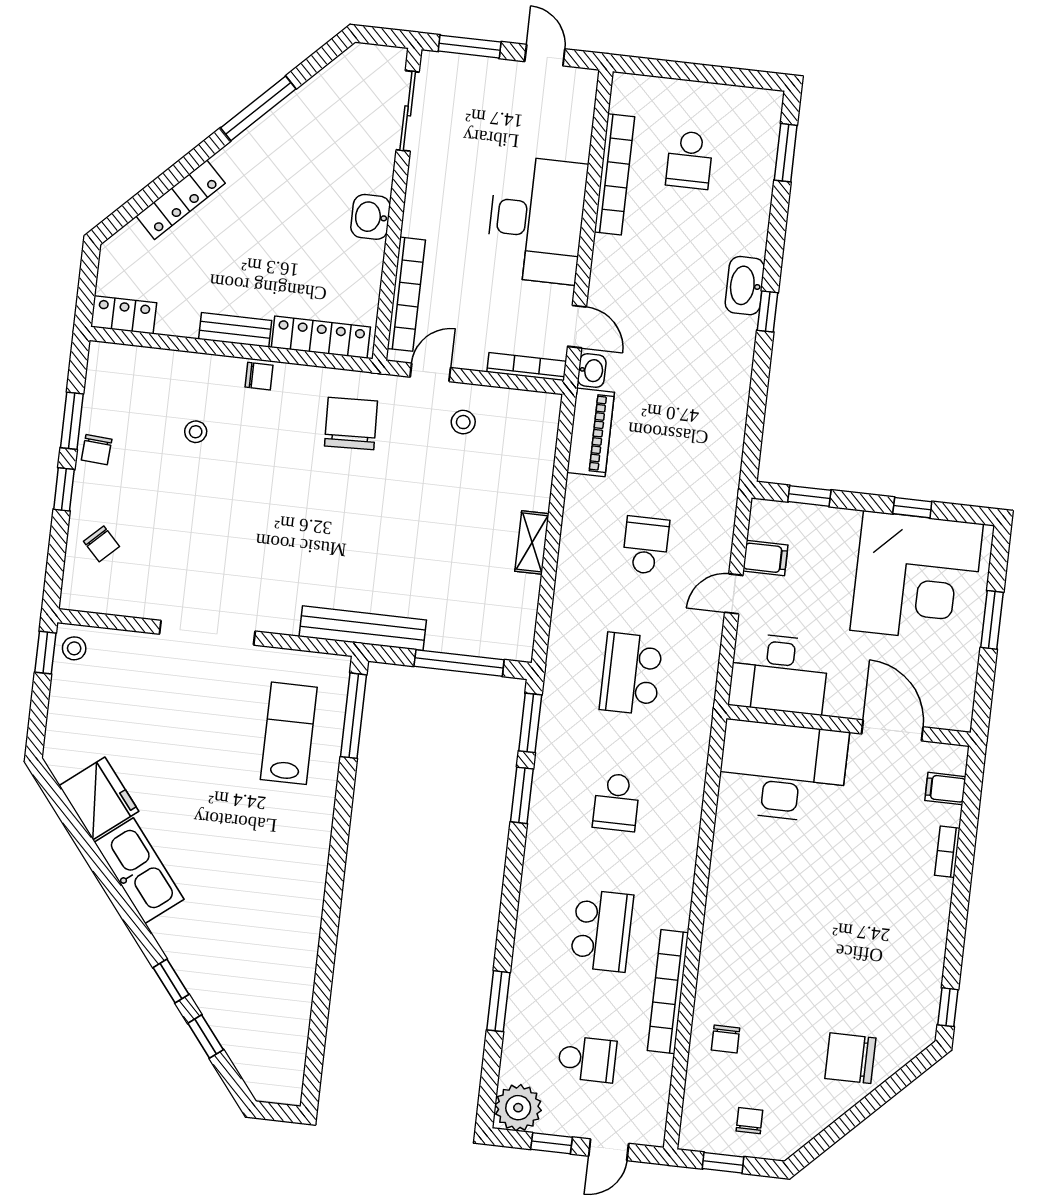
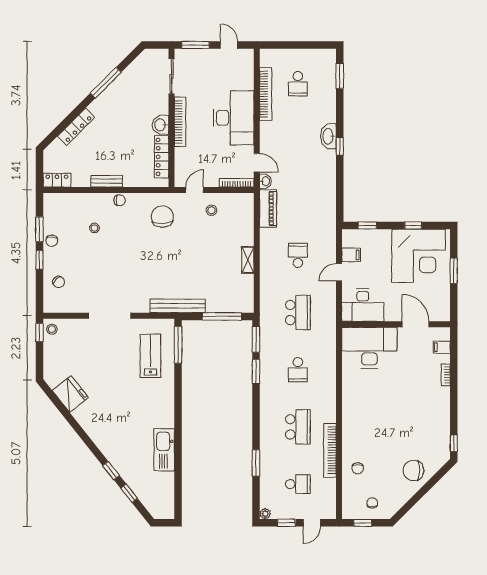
bookcase: (406, 294) -> (180, 122), moved
locker: (321, 337) -> (162, 157), moved, turned -90
school desk: (631, 674) -> (298, 313), turned 180
kitchen sink: (139, 871) -> (164, 450), moved, turned -142
plant: (518, 1108) -> (265, 514), width x0.53, depth x0.53

